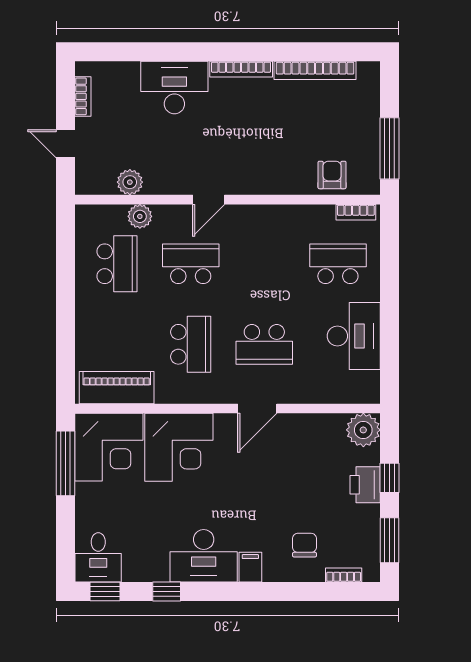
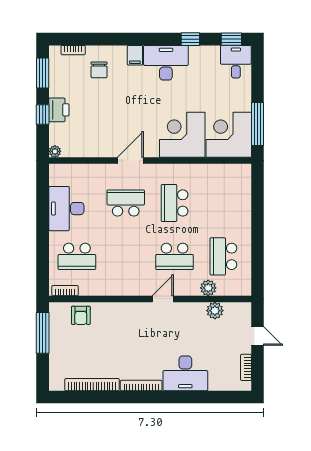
piano: (117, 388) -> (224, 174), removed
plant: (363, 430) -> (55, 151), width x0.53, depth x0.53

